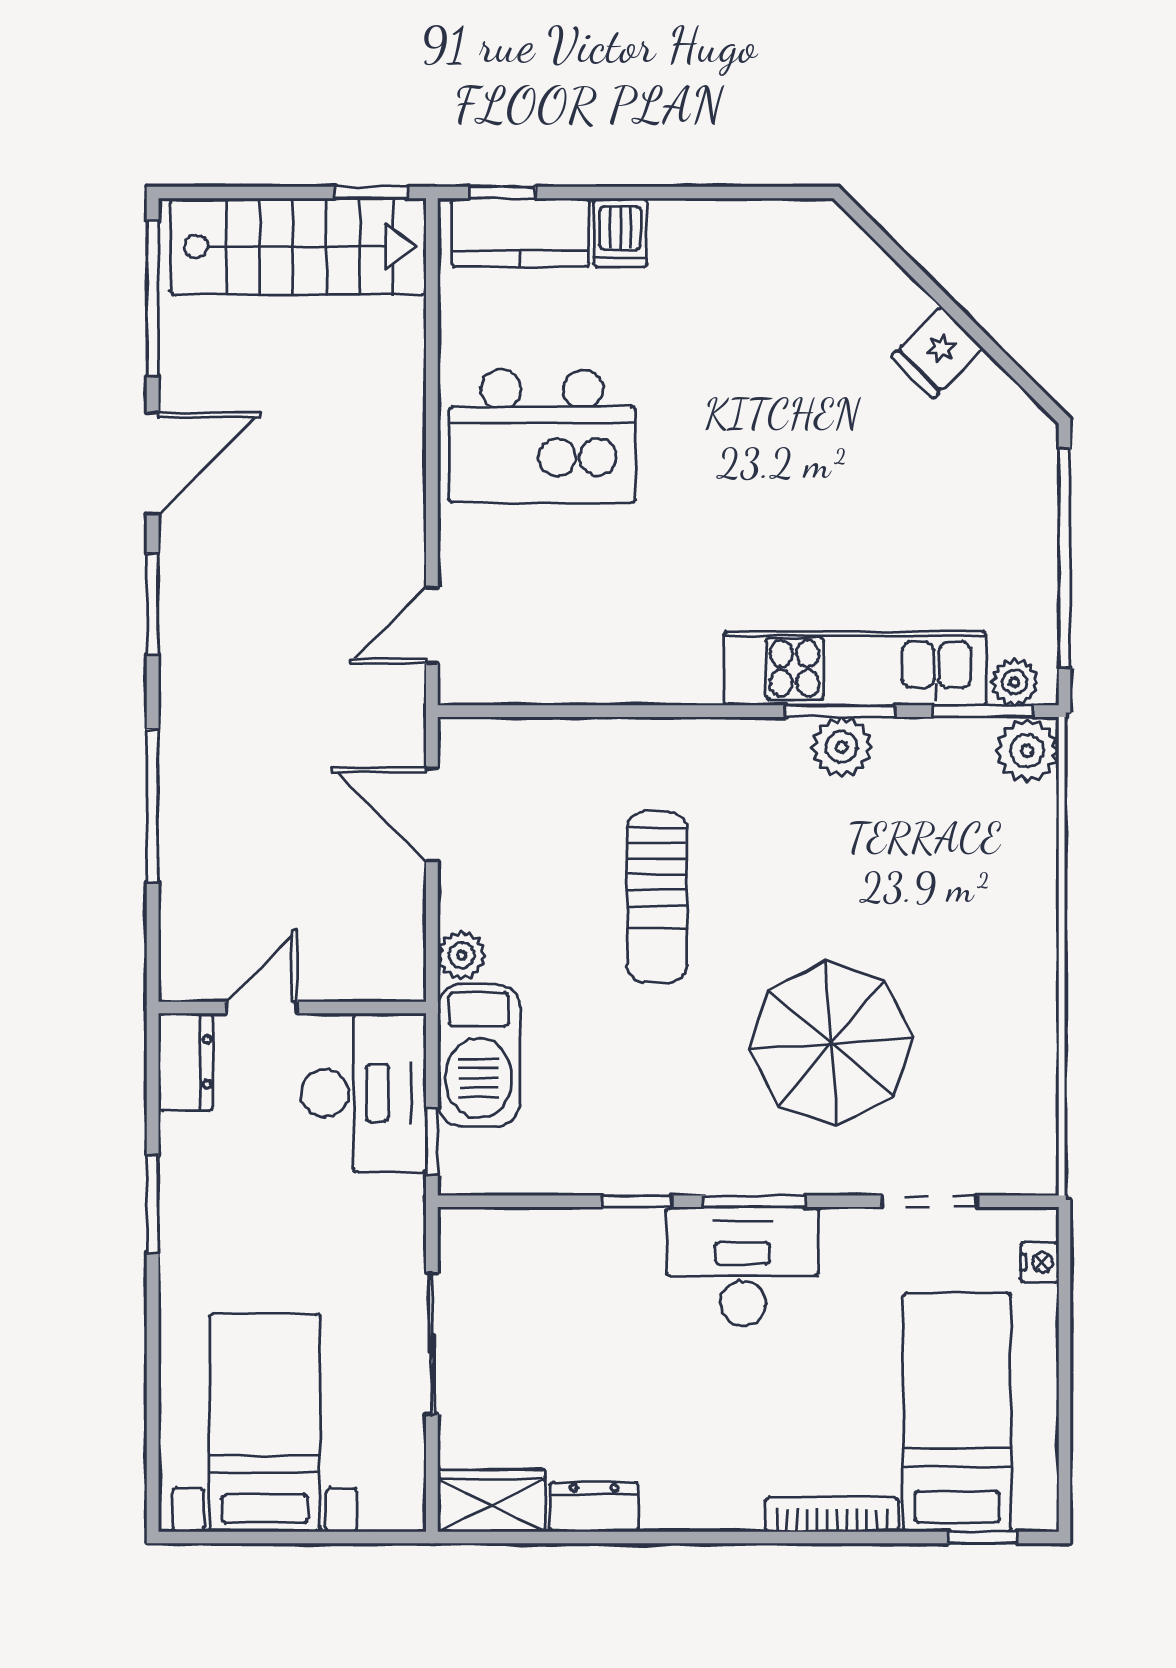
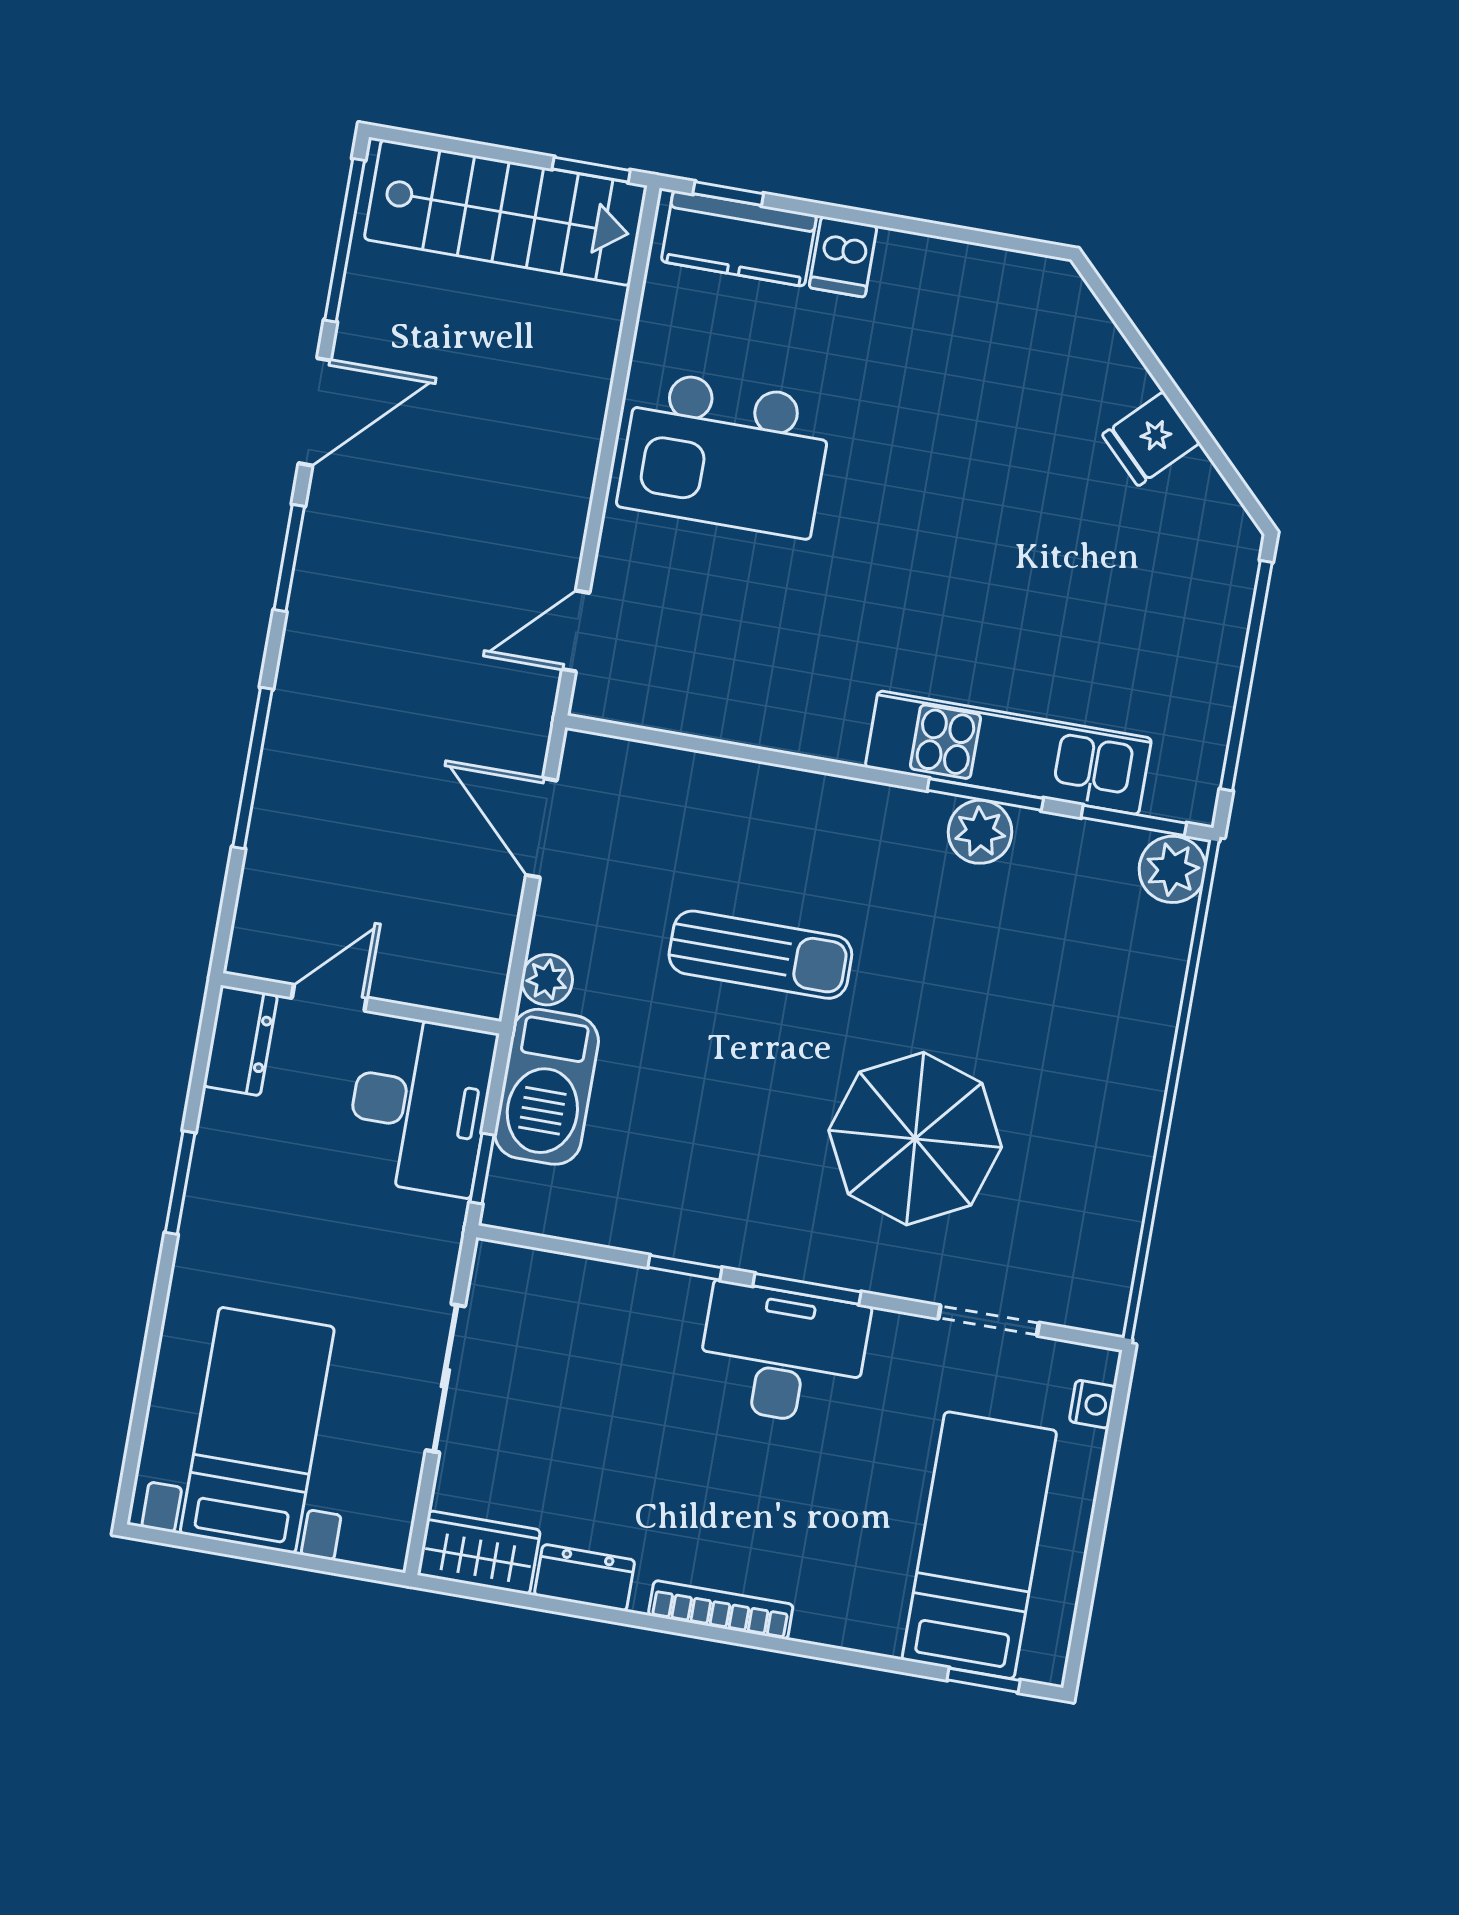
plant: (1014, 682) -> (1172, 796), removed
sun lounger: (657, 897) -> (760, 955), turned -90
bookcase: (832, 1515) -> (721, 1610), moved

